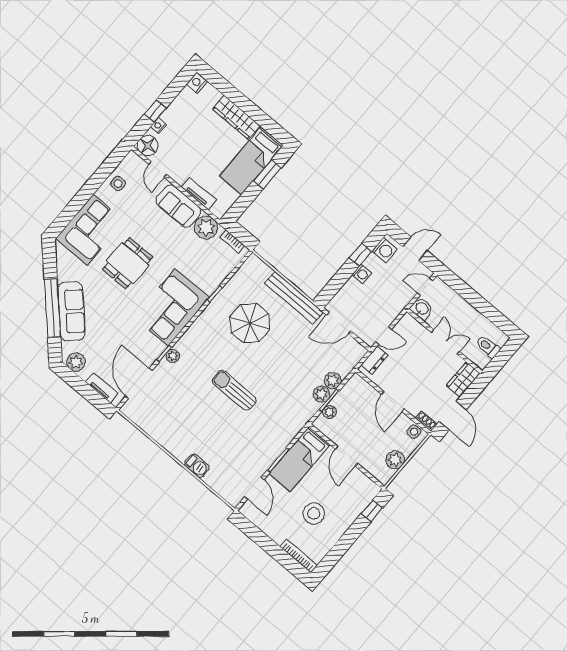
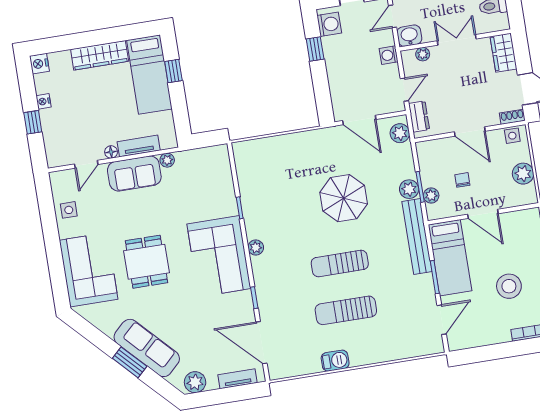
nightstand: (158, 126) -> (43, 101), moved
floor lamp: (148, 145) -> (111, 152), moved, width x0.53, depth x0.53
door: (158, 169) -> (86, 164), hinge flipped
window: (267, 174) -> (173, 71), width x0.67
plant: (206, 227) -> (167, 160), width x0.53, depth x0.53
bookcase: (232, 241) -> (206, 152), removed
washing machine: (362, 274) -> (389, 55), moved, turned 180
bench: (294, 297) -> (417, 236), moved, turned 90
window: (52, 308) -> (130, 362), width x0.47
parasol: (250, 323) -> (344, 198), moved
door: (339, 323) -> (359, 120), hinge flipped
plant: (417, 328) -> (423, 54), added
plant: (173, 356) -> (256, 248), moved
plant: (333, 381) -> (400, 133), moved
sun lounger: (207, 420) -> (346, 310), added
chair: (357, 424) -> (462, 180), added
barbecue: (197, 466) -> (335, 361), moved
door: (254, 488) -> (442, 320), hinge flipped

